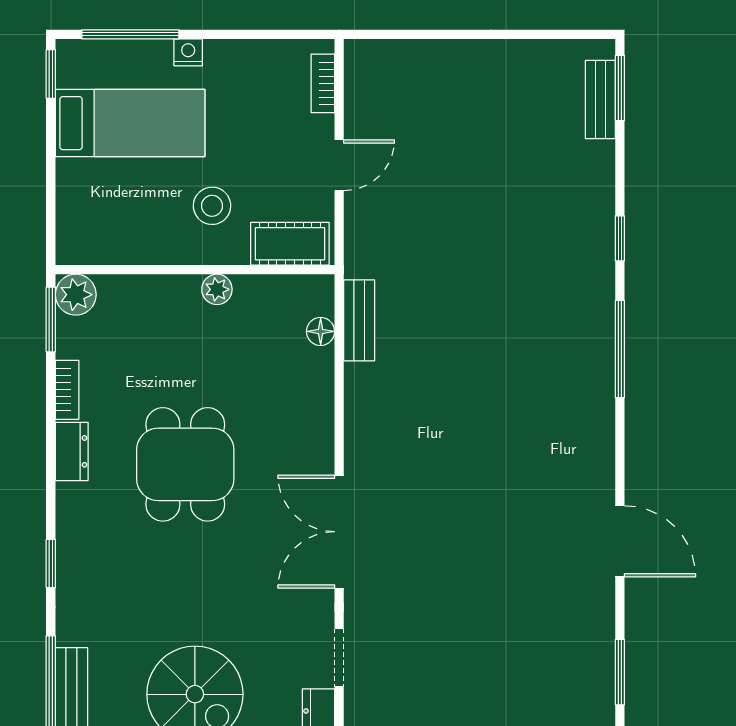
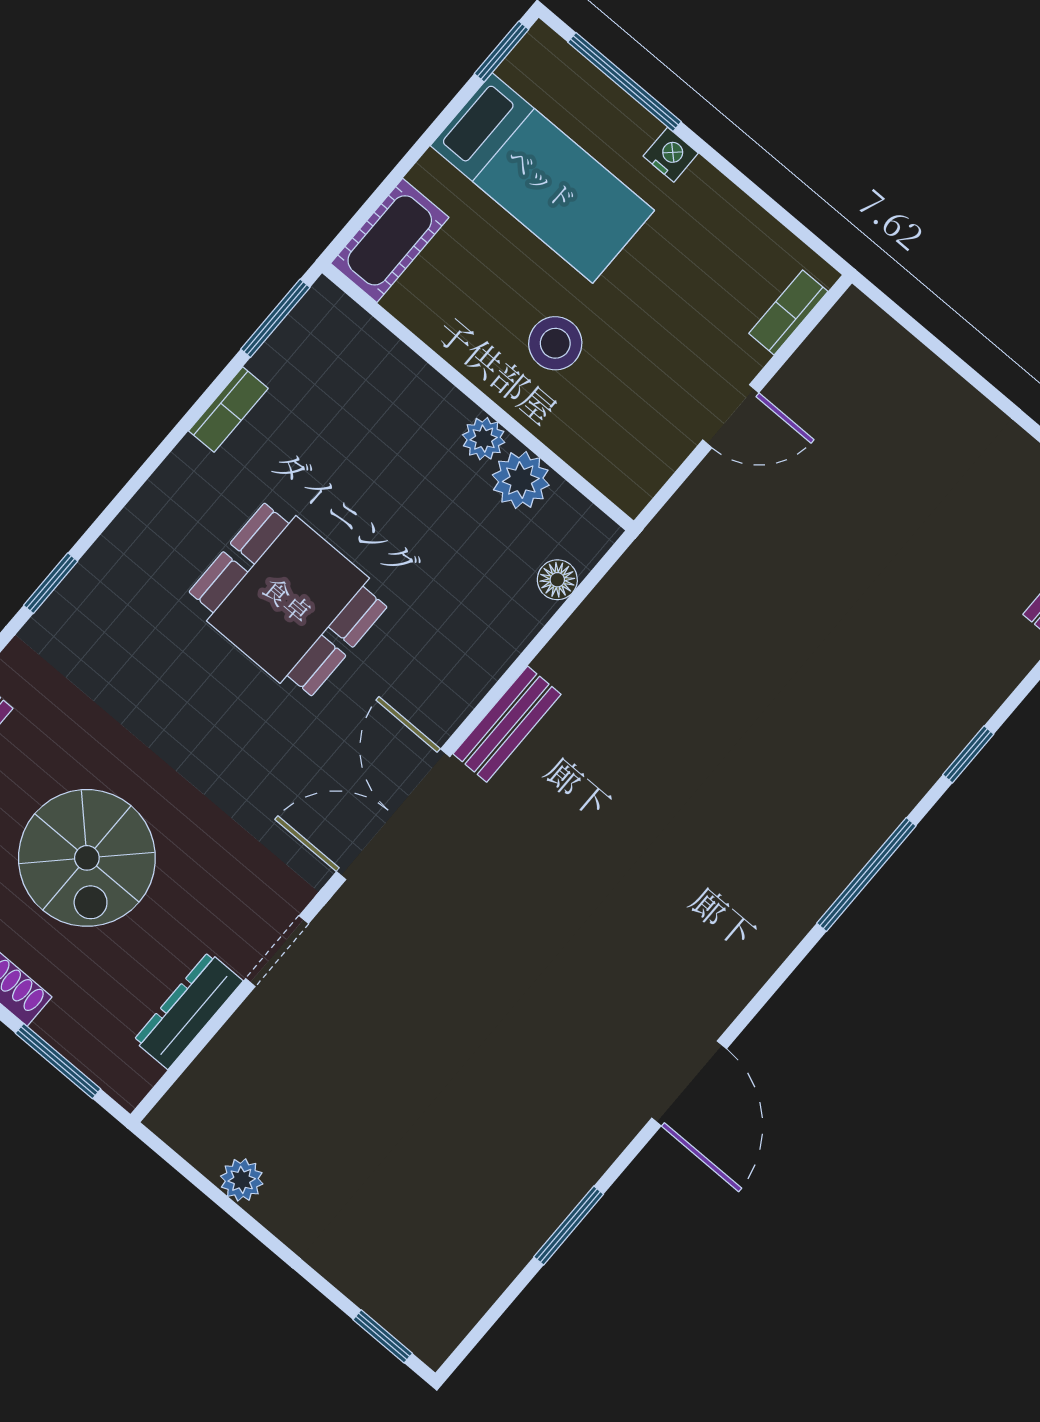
cot: (290, 244) -> (390, 240), moved, turned 90
plant: (76, 295) -> (521, 480), moved
bench: (359, 320) -> (507, 724), moved
dresser: (72, 451) -> (177, 481), removed
dining table: (185, 464) -> (288, 599), turned 90

